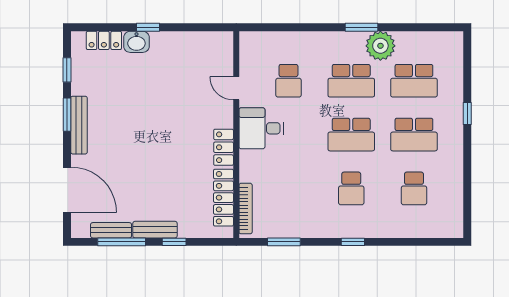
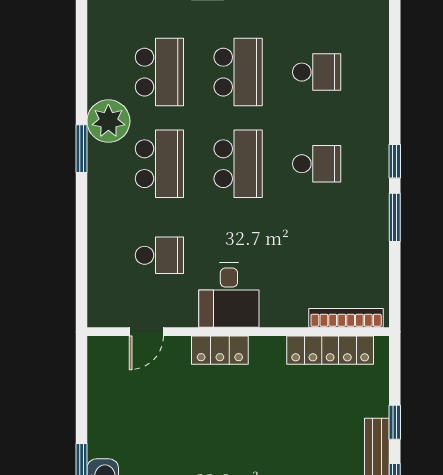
door: (236, 88) -> (146, 332), moved
locker: (224, 147) -> (220, 350), moved
window: (284, 242) -> (395, 217), moved

